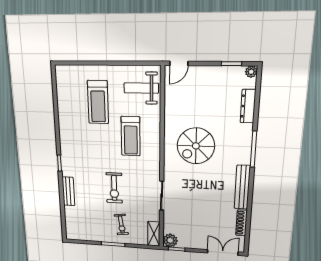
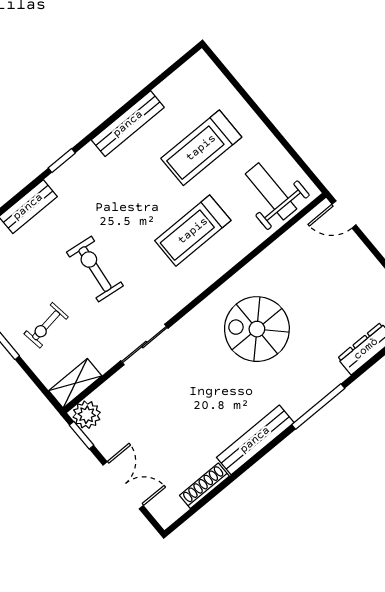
bench: (64, 124) -> (128, 124), added
exercise bike: (114, 188) -> (95, 269), turned 97
double door: (223, 252) -> (123, 485), moved

